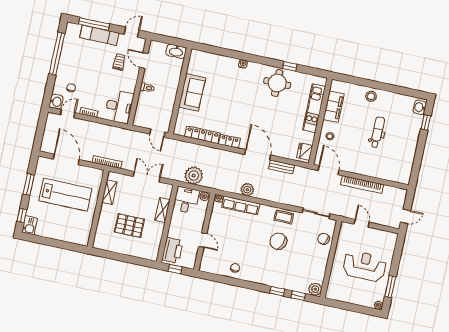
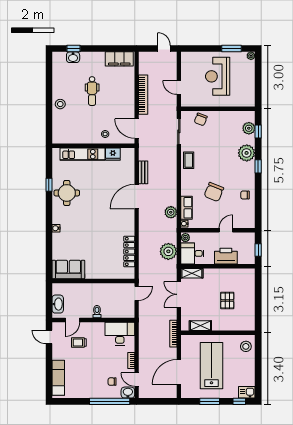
window: (94, 24) -> (49, 373), removed
exam couch: (99, 35) -> (58, 378), moved
washbasin: (176, 51) -> (58, 304), moved
window: (57, 54) -> (110, 401), moved
sofa: (192, 92) -> (68, 269), moved
filing cabinet: (334, 107) -> (119, 59), moved, turned 180
washbasin: (420, 107) -> (73, 57), moved
dental chair: (377, 132) -> (92, 91), turned -90
locker: (229, 141) -> (130, 225), removed
fridge: (305, 152) -> (113, 154), moved
door: (329, 170) -> (137, 129), hinge flipped
plant: (247, 190) -> (171, 212), moved
row of seats: (241, 205) -> (187, 208), width x0.68
shelving: (163, 210) -> (192, 273), moved
door: (362, 223) -> (179, 88), hinge flipped
pallet: (129, 226) -> (227, 301), width x0.67, depth x0.71
stool: (78, 235) -> (246, 346), added
chair: (278, 241) -> (214, 192), moved
printer: (172, 250) -> (226, 256), moved
plant: (278, 279) -> (247, 153), added
plant: (315, 289) -> (249, 128), moved
window: (277, 291) -> (258, 166), moved

